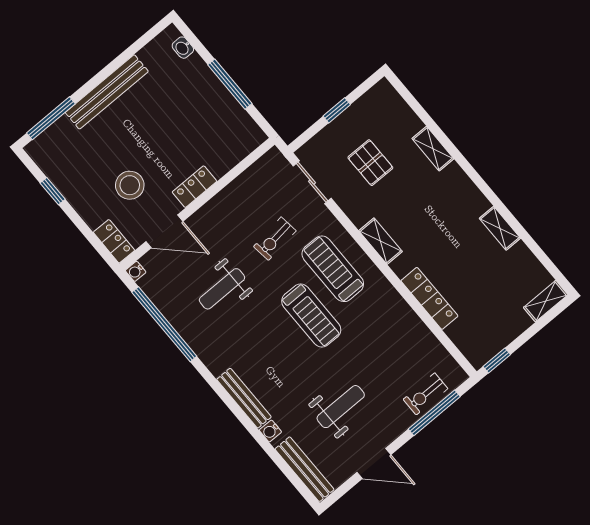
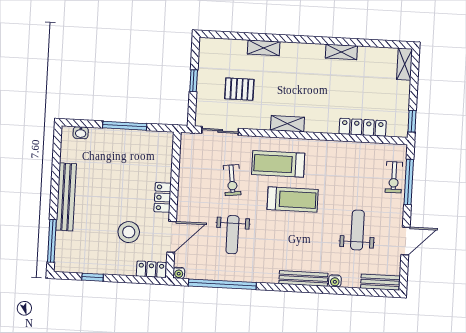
locker: (429, 298) -> (363, 127), moved
bench: (305, 469) -> (380, 282), width x0.73

